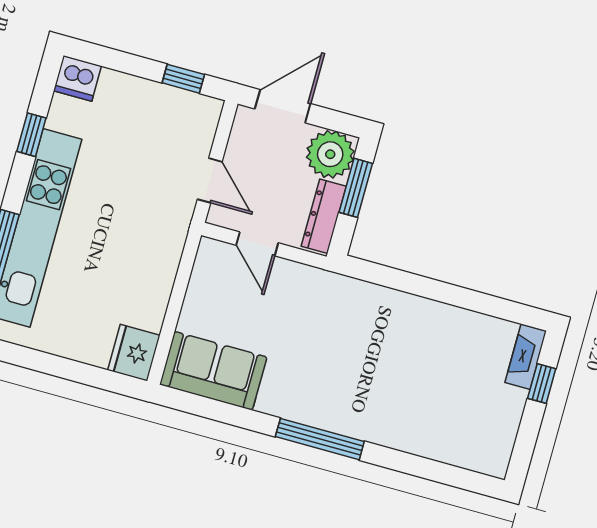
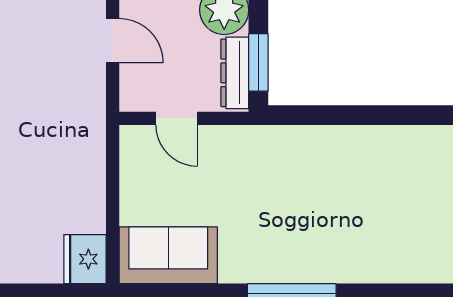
door: (210, 180) -> (113, 41), moved
window: (356, 188) -> (258, 62), moved

